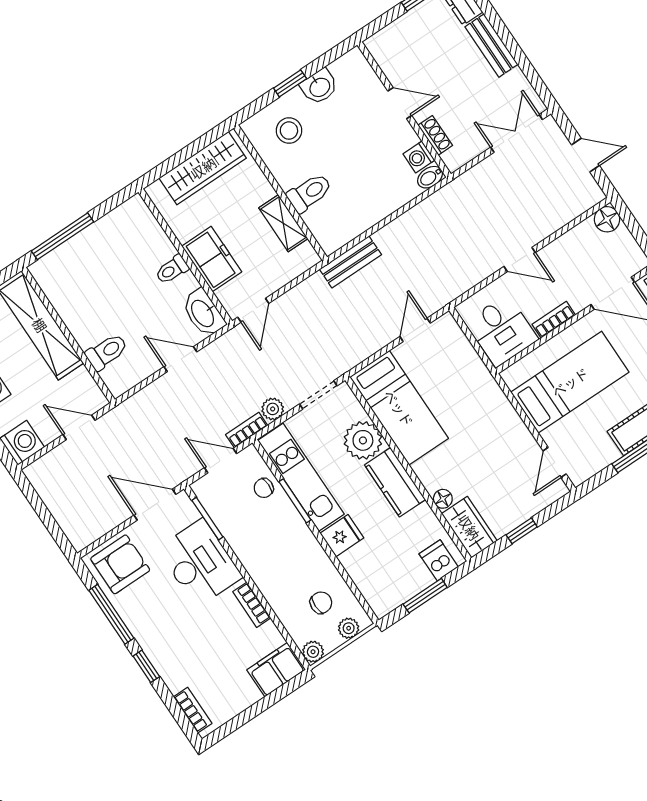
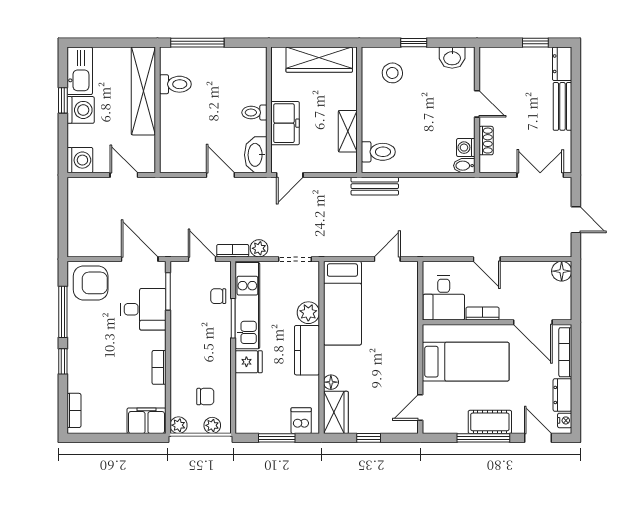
washbasin: (319, 87) -> (452, 58), moved
toilet: (309, 193) -> (378, 152), moved
toilet: (107, 352) -> (175, 84), moved
plant: (363, 440) -> (308, 313), width x0.73, depth x0.73
desk: (200, 563) -> (143, 309), width x0.73

